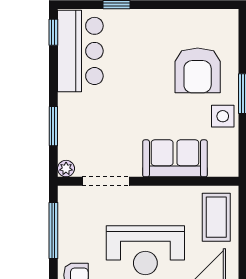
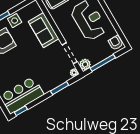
plant: (69, 197) -> (85, 64), added

